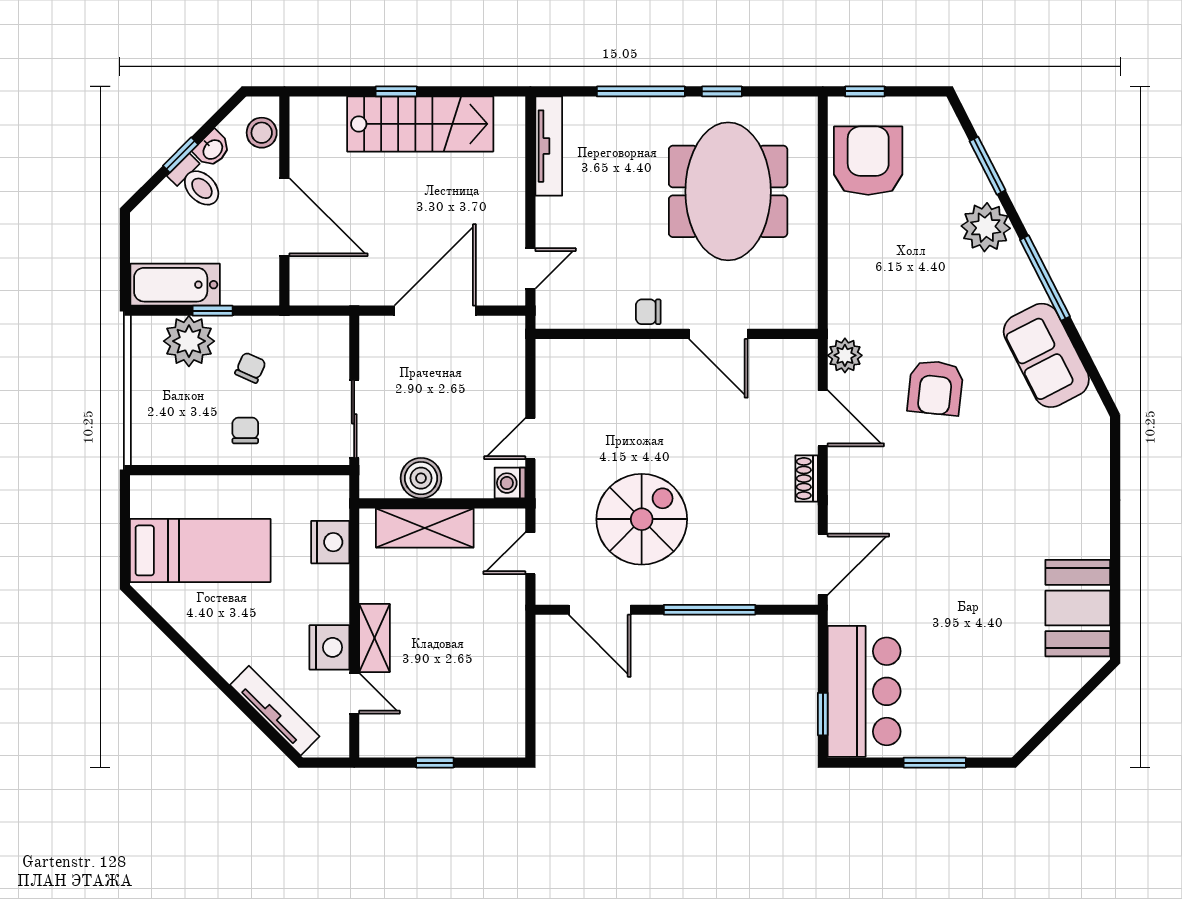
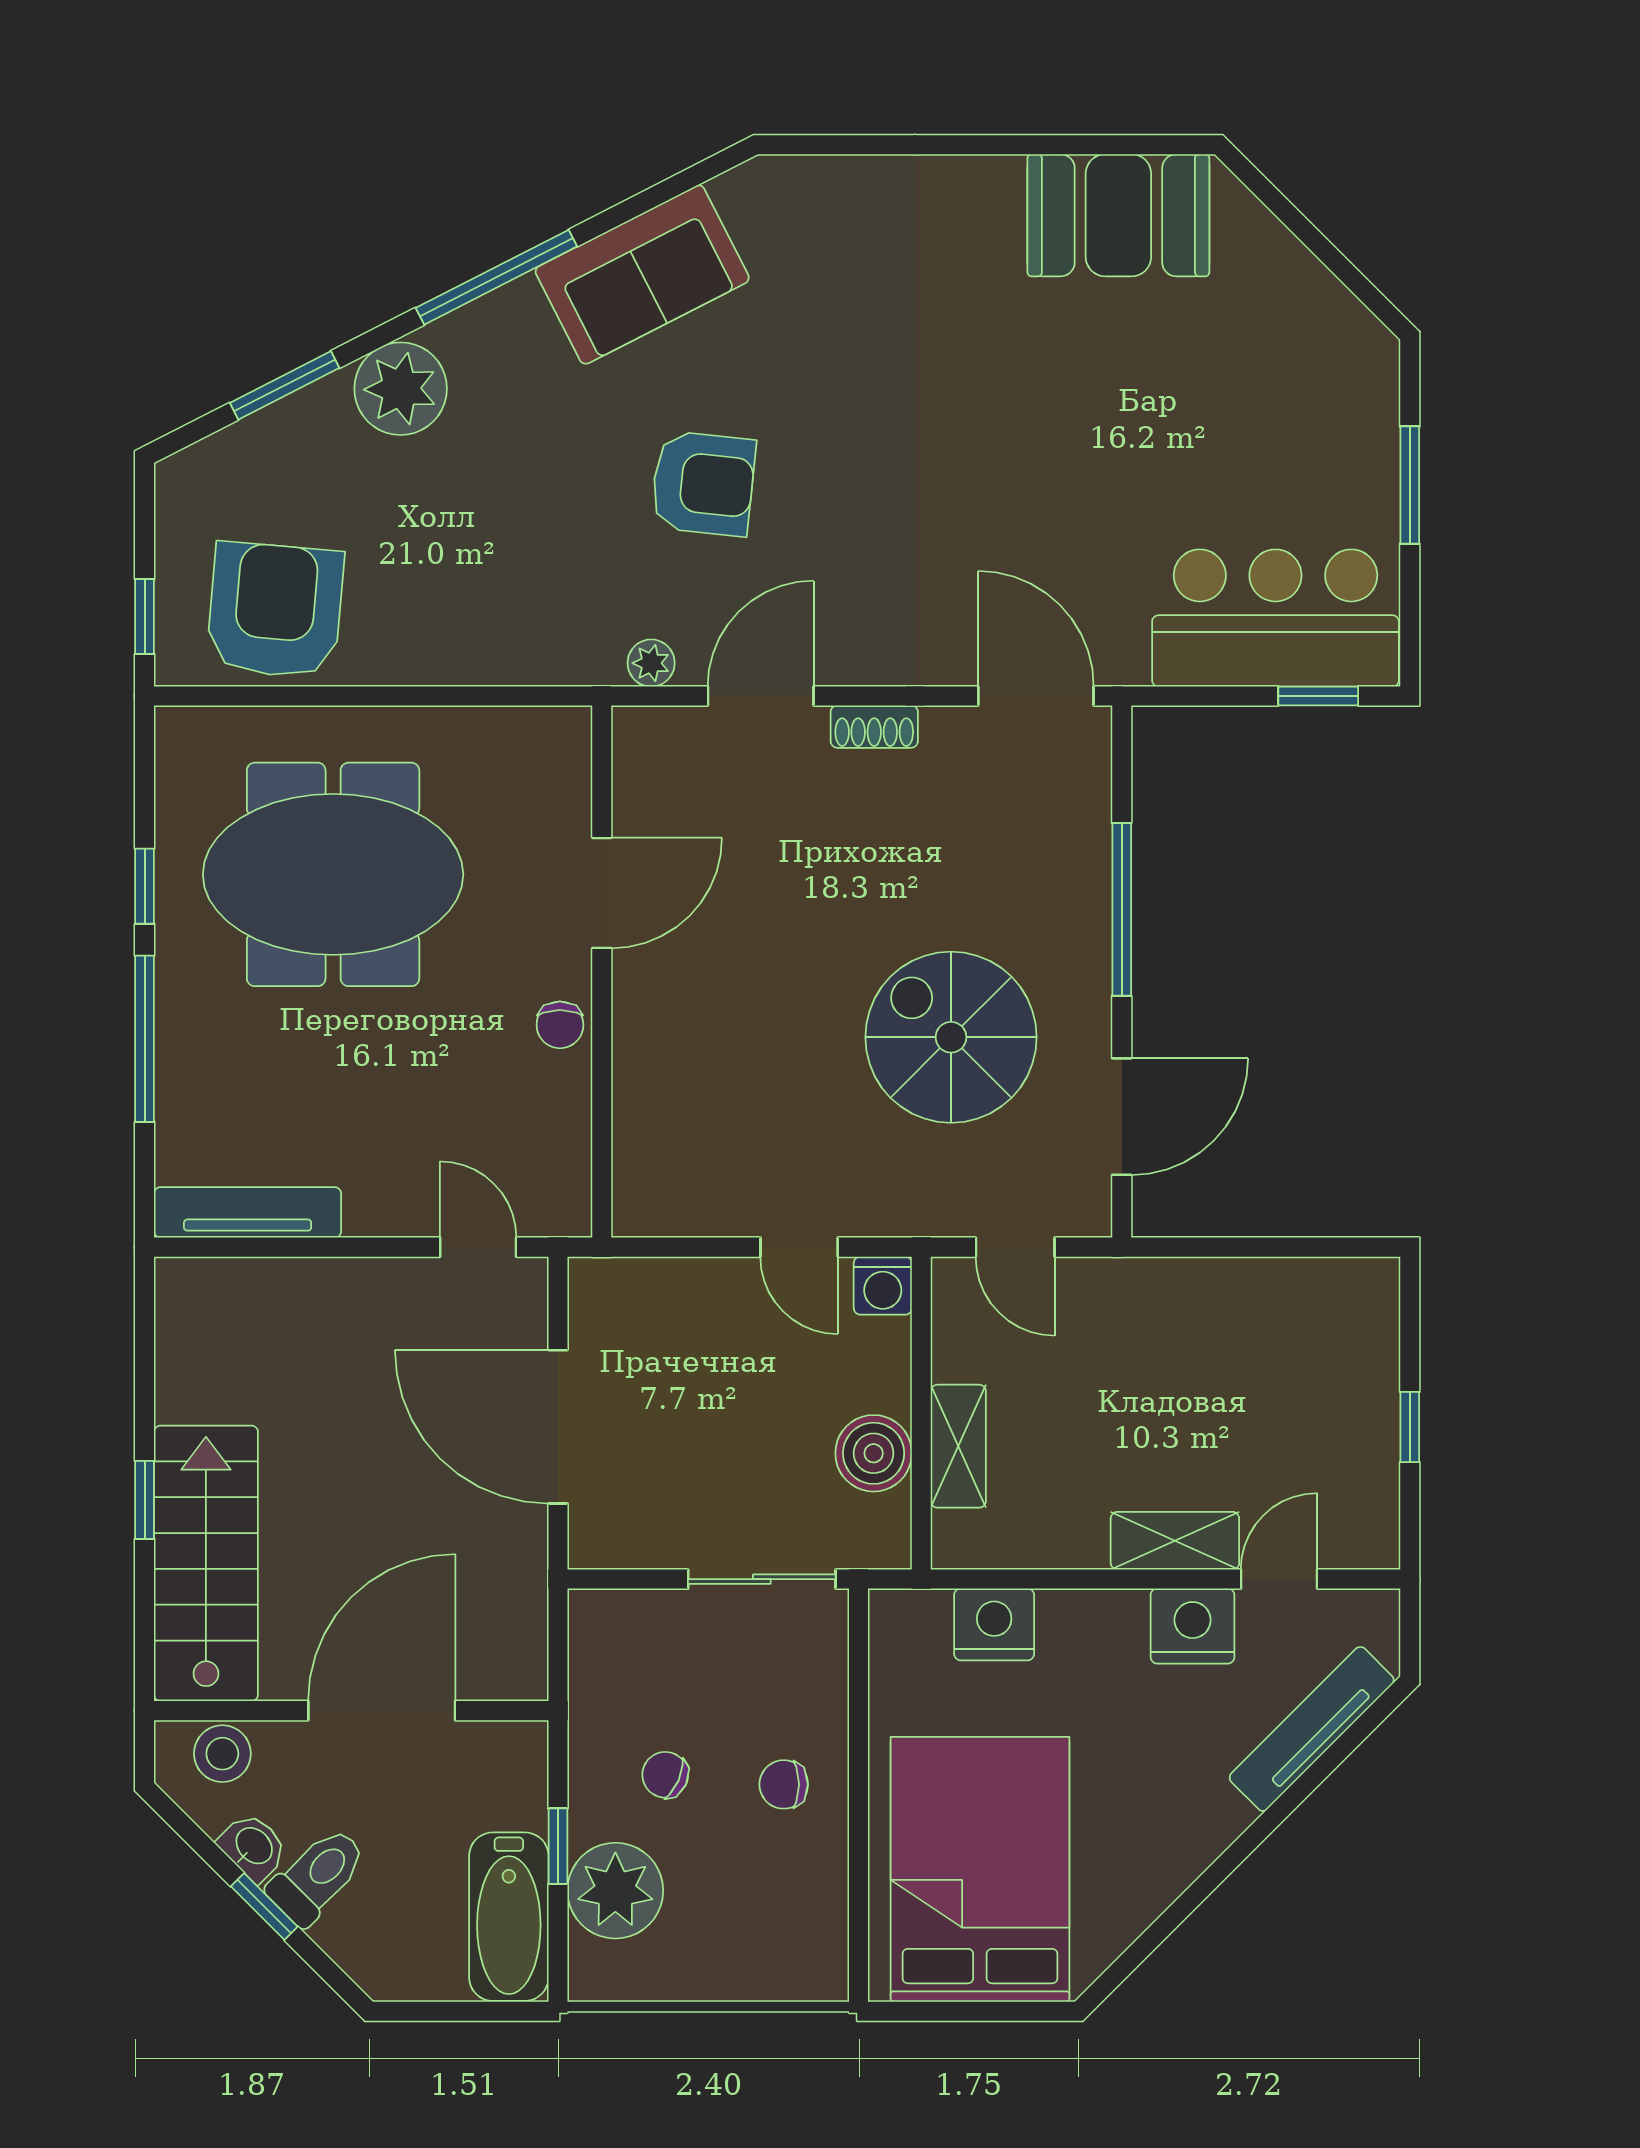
stairs: (420, 124) -> (206, 1563), moved
armchair: (868, 161) -> (275, 610), turned 95
plant: (845, 355) -> (651, 663), width x0.73, depth x0.73
shelving: (425, 528) -> (958, 1446), width x0.67, depth x0.75
bed: (200, 550) -> (980, 1869), width x1.50

